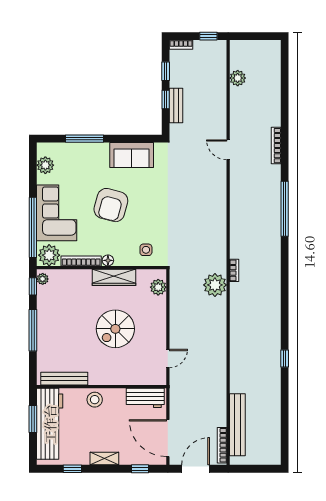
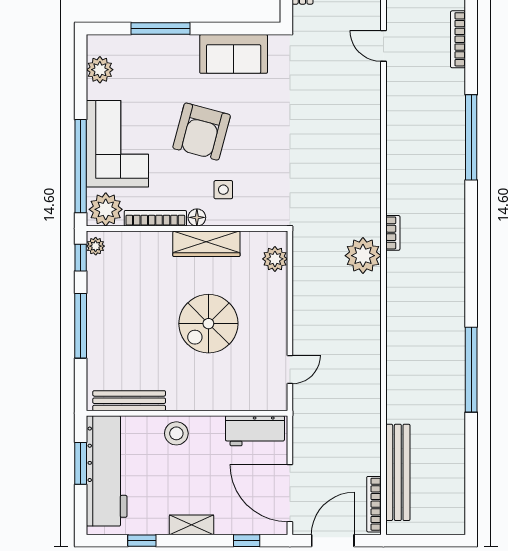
side table: (146, 250) -> (223, 190), moved
window: (285, 359) -> (471, 370), width x3.17

